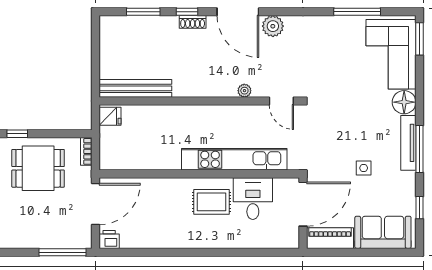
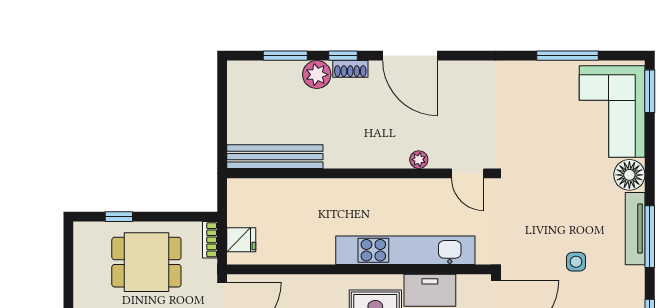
plant: (273, 26) -> (317, 75), moved
fridge: (110, 116) -> (241, 240), moved

